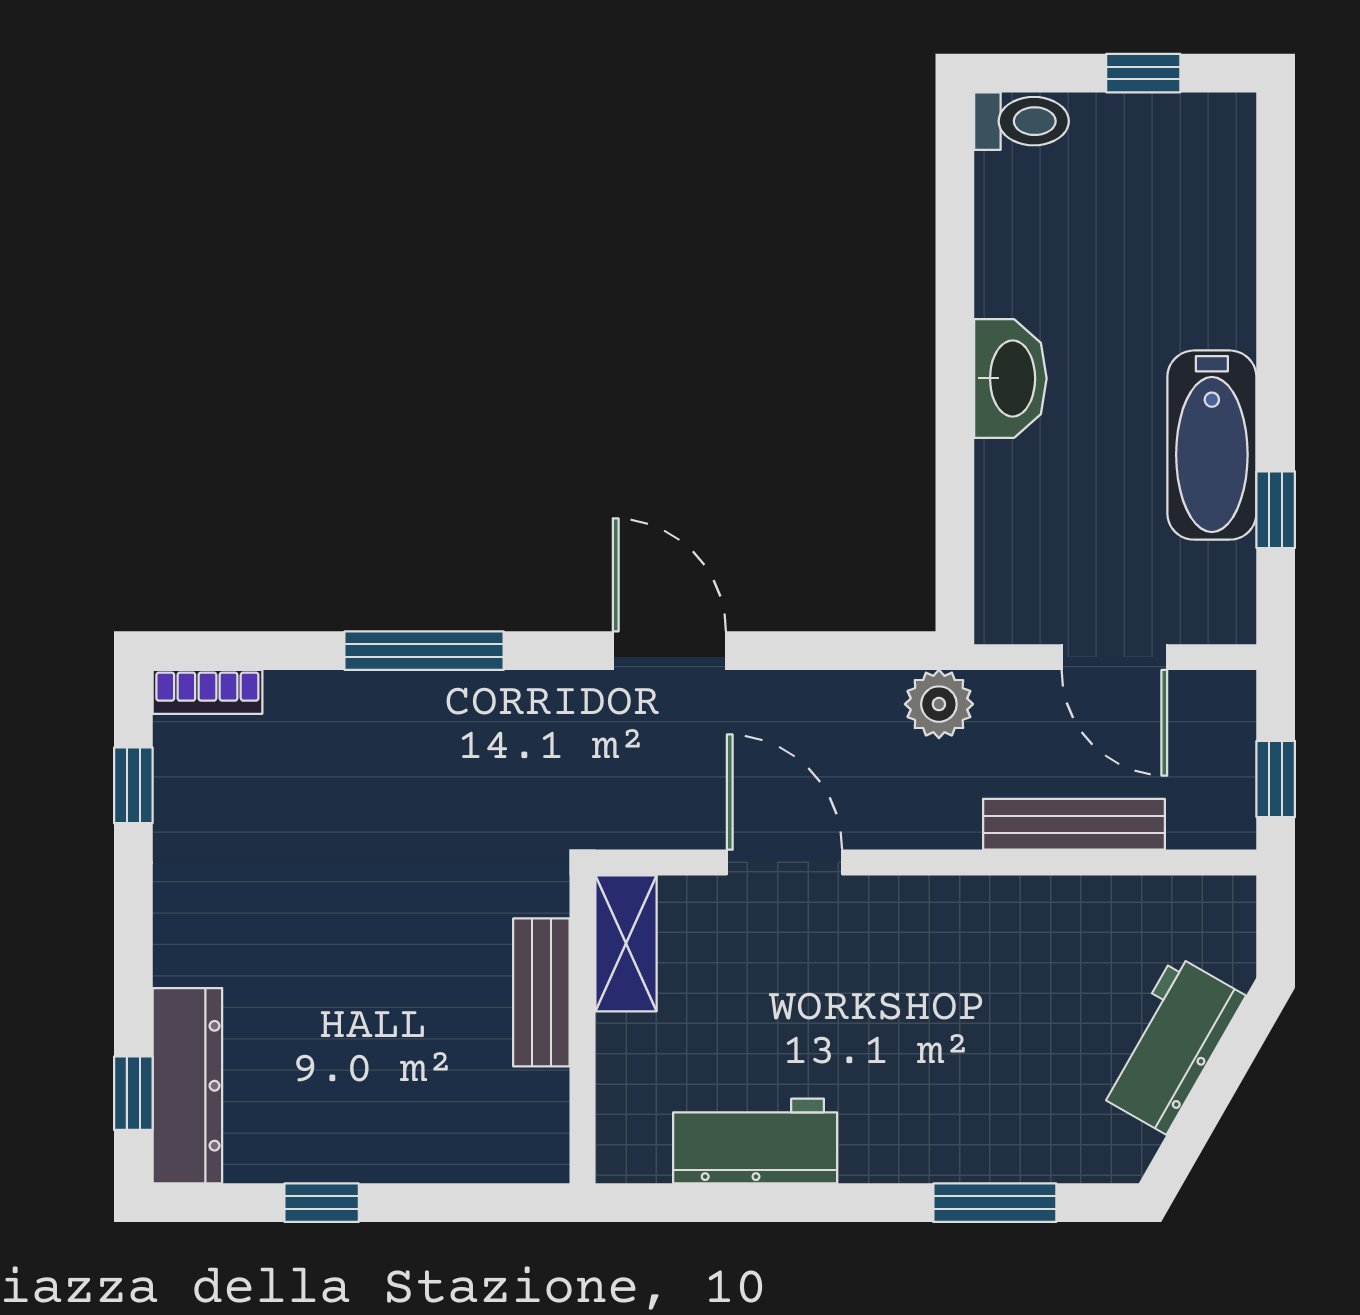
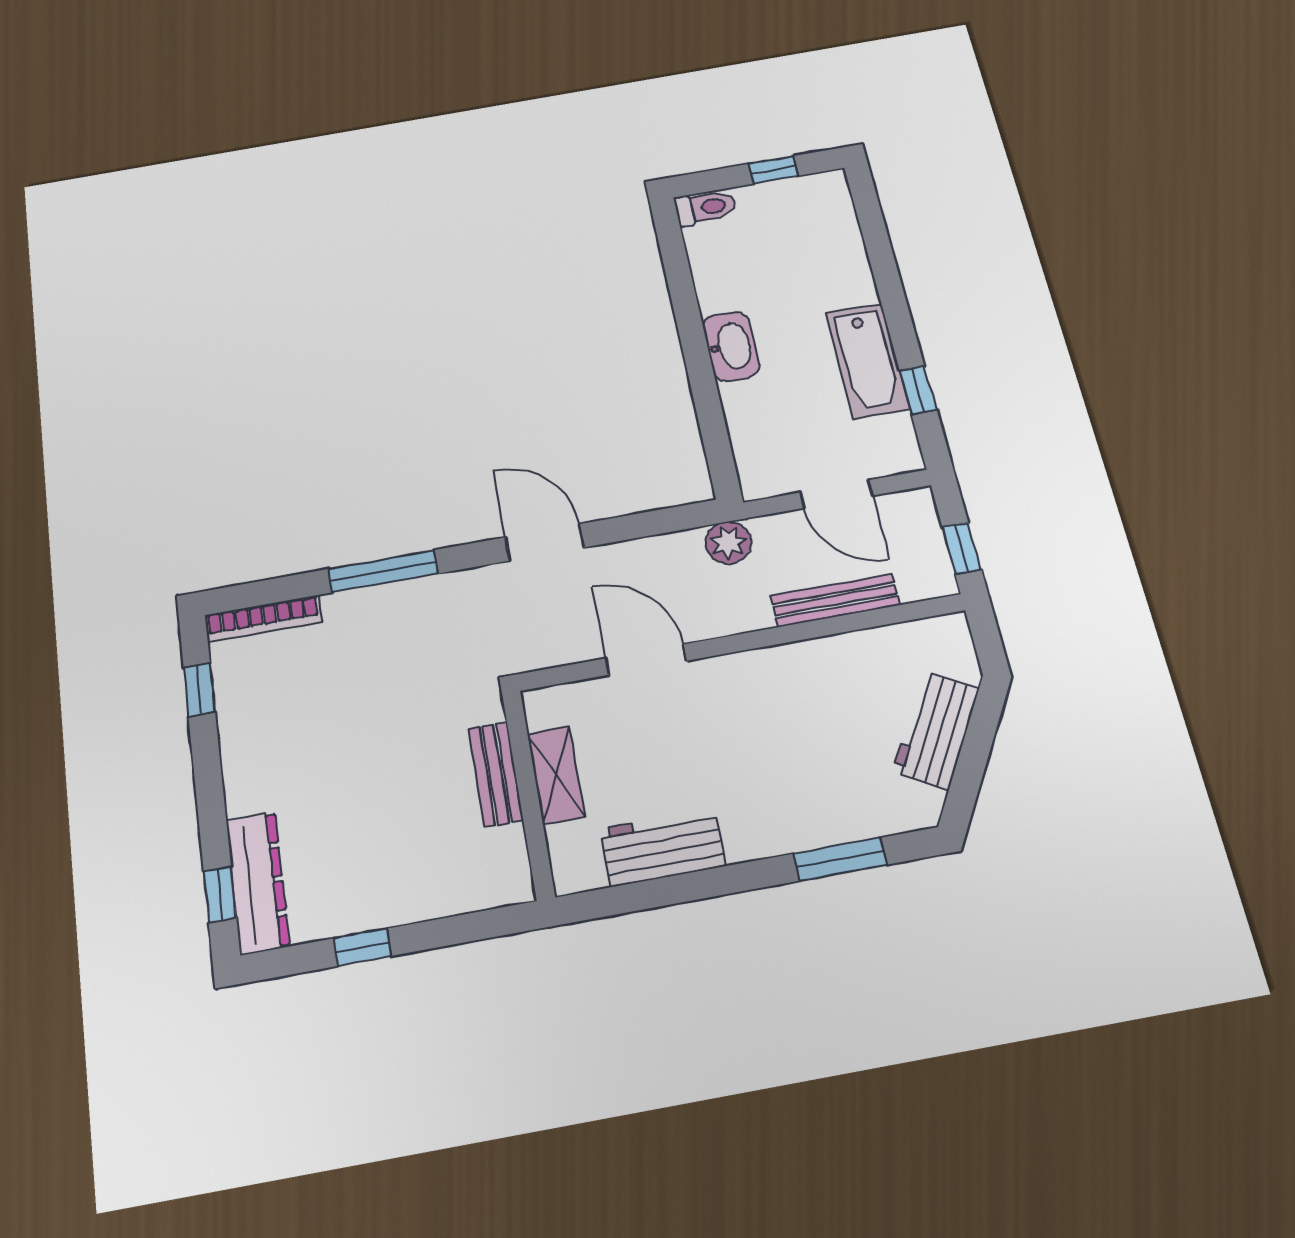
bookcase: (207, 692) -> (263, 619), width x1.56
shelving: (626, 943) -> (556, 775), moved

